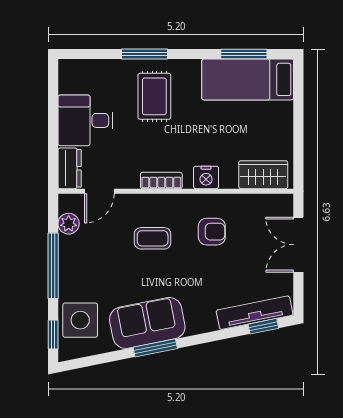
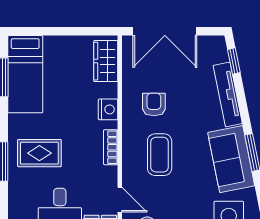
coffee table: (153, 238) -> (160, 155), width x1.36, depth x1.30
double door: (298, 245) -> (165, 31), width x1.37
tv unit: (255, 313) -> (228, 95), moved

